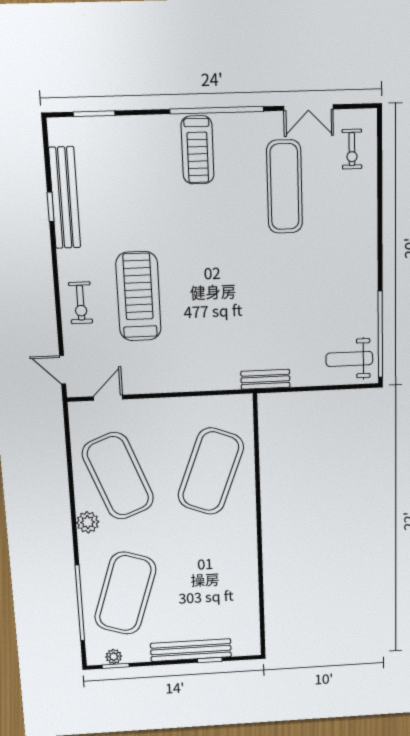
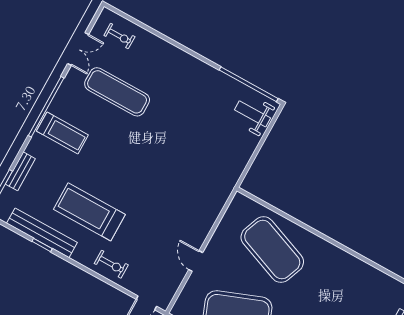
treadmill: (138, 296) -> (89, 212), moved
weight bench: (349, 359) -> (253, 114), turned 90
bench: (265, 379) -> (20, 171), moved
door: (108, 398) -> (196, 261), moved

